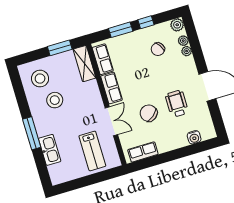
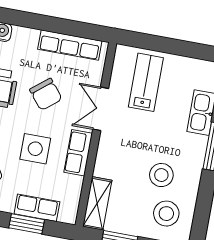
row of seats: (103, 59) -> (37, 208), moved, turned 90
side table: (138, 77) -> (35, 149), added
row of seats: (143, 152) -> (70, 45), width x1.48

